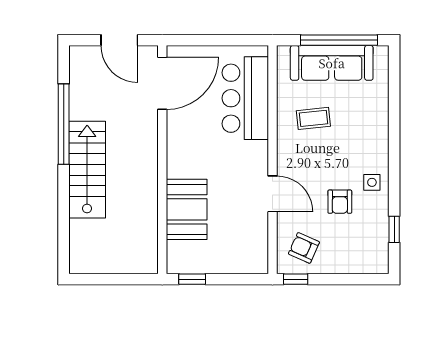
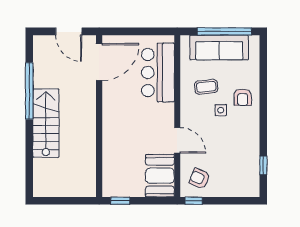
side table: (372, 182) -> (221, 110), moved
armchair: (340, 202) -> (243, 97), moved
booth: (187, 209) -> (160, 176), moved

